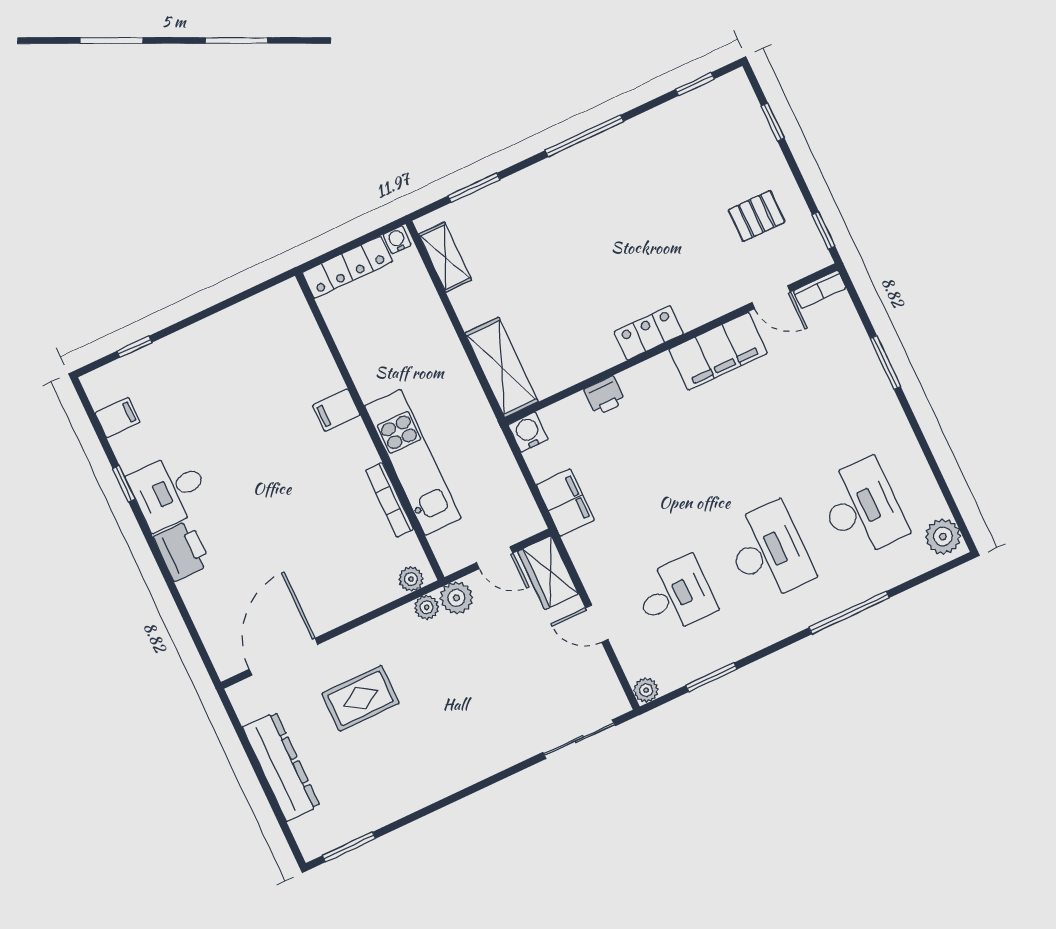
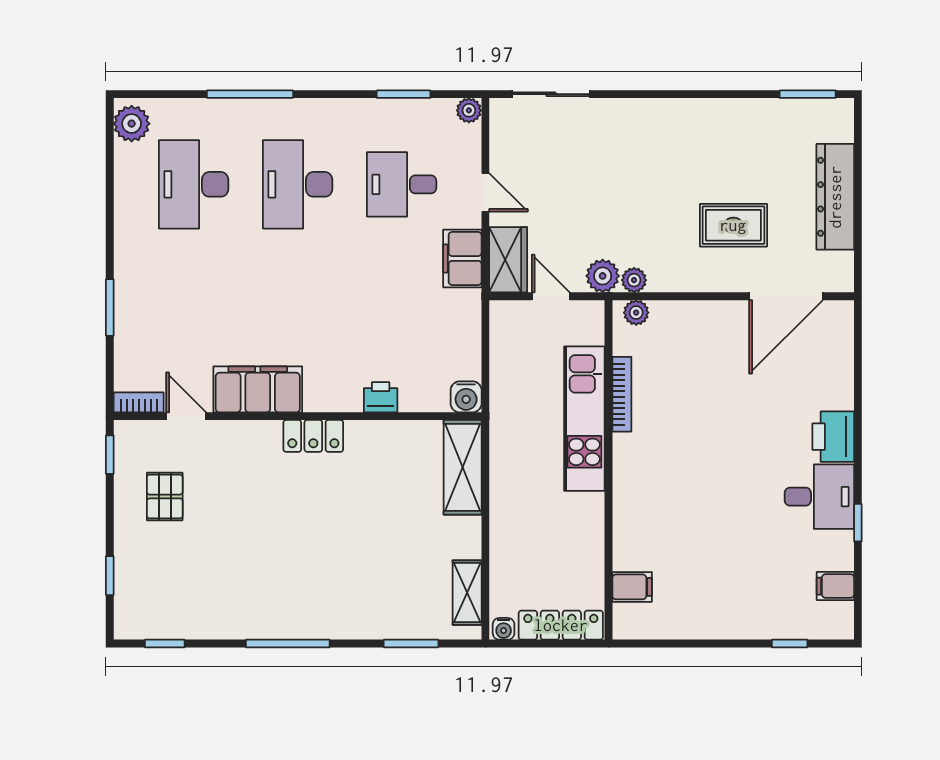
pallet: (757, 216) -> (165, 497), turned 90
filing cabinet: (336, 410) -> (632, 587), moved
filing cabinet: (565, 503) -> (462, 258), moved

